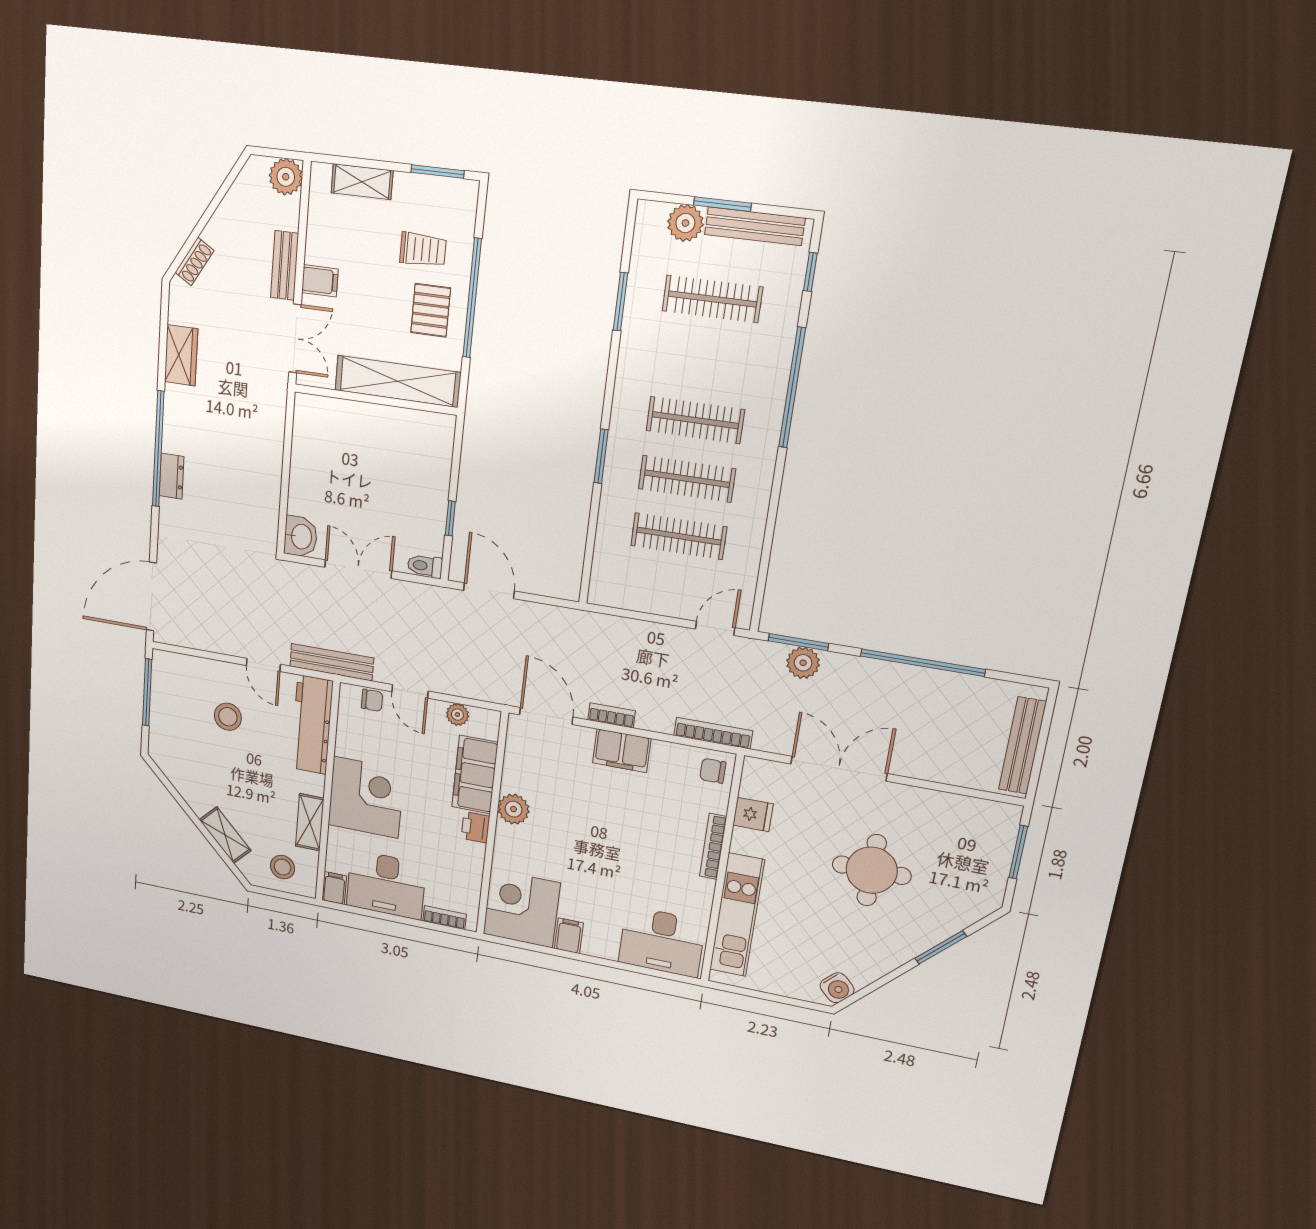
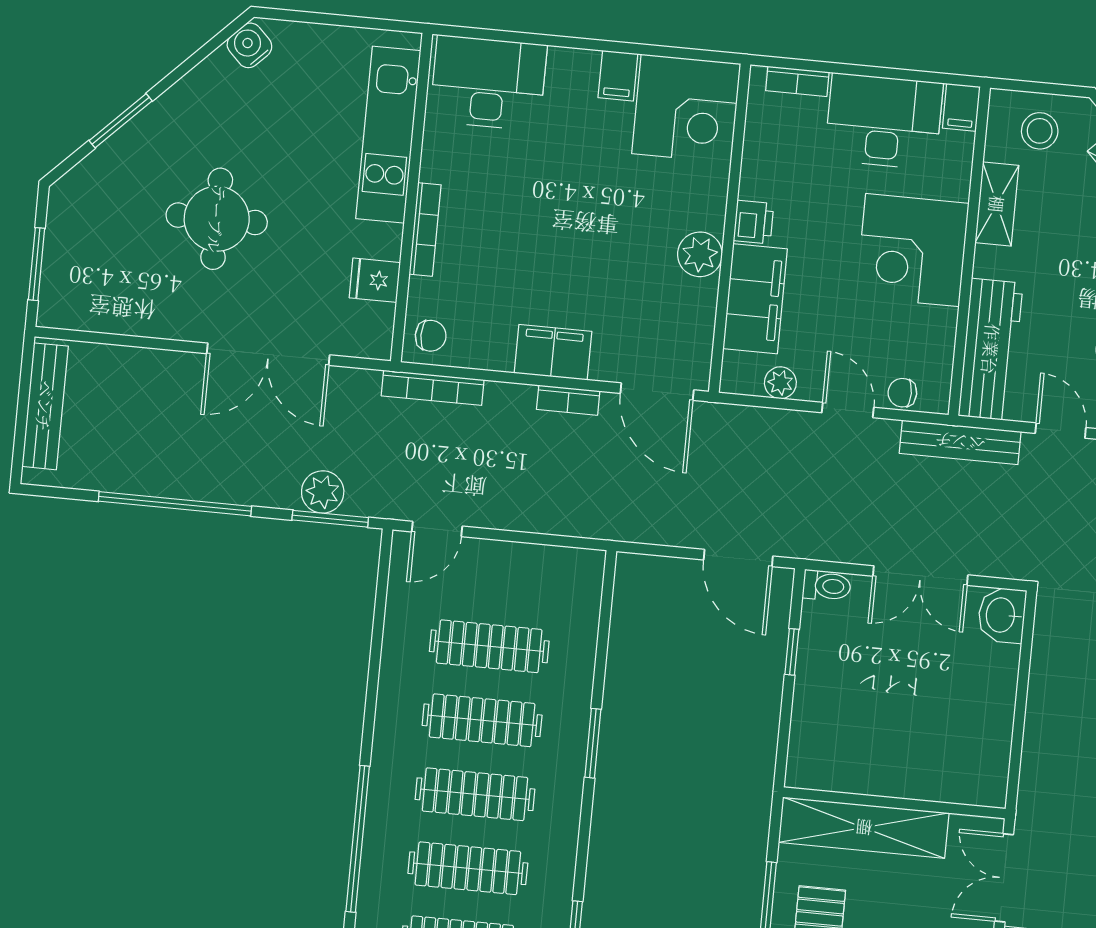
clothes rail: (704, 360) -> (468, 868), added

